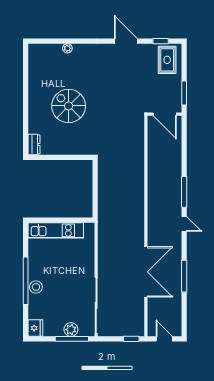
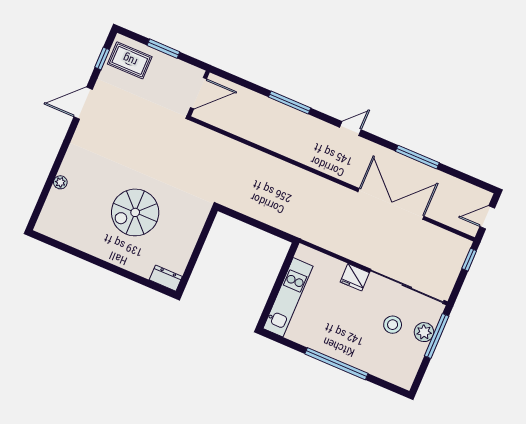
window: (184, 93) -> (163, 49), moved
window: (184, 192) -> (290, 103), moved
stool: (36, 287) -> (393, 325), moved
fridge: (35, 328) -> (355, 277), moved, turned 180

